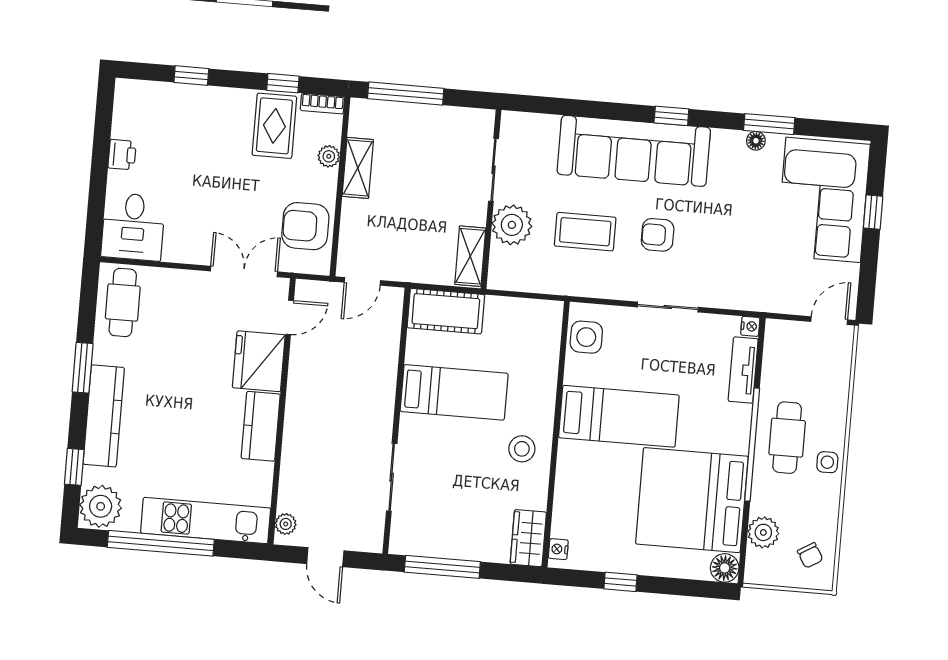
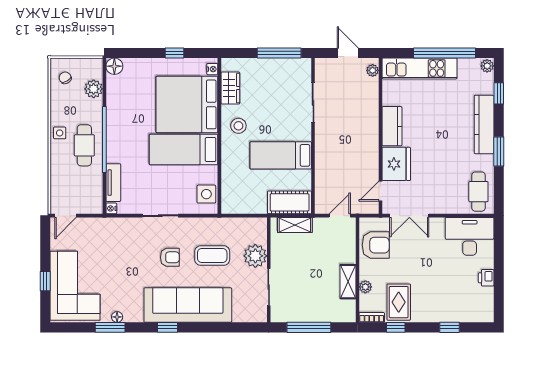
window: (406, 93) -> (309, 327), moved
desk: (133, 227) -> (470, 236), width x1.37
shelving: (470, 256) -> (295, 225), moved, turned 90
bed: (692, 500) -> (187, 104), moved, turned 180
plant: (101, 506) -> (487, 66), width x0.53, depth x0.53
wardrobe: (528, 538) -> (230, 88), moved

